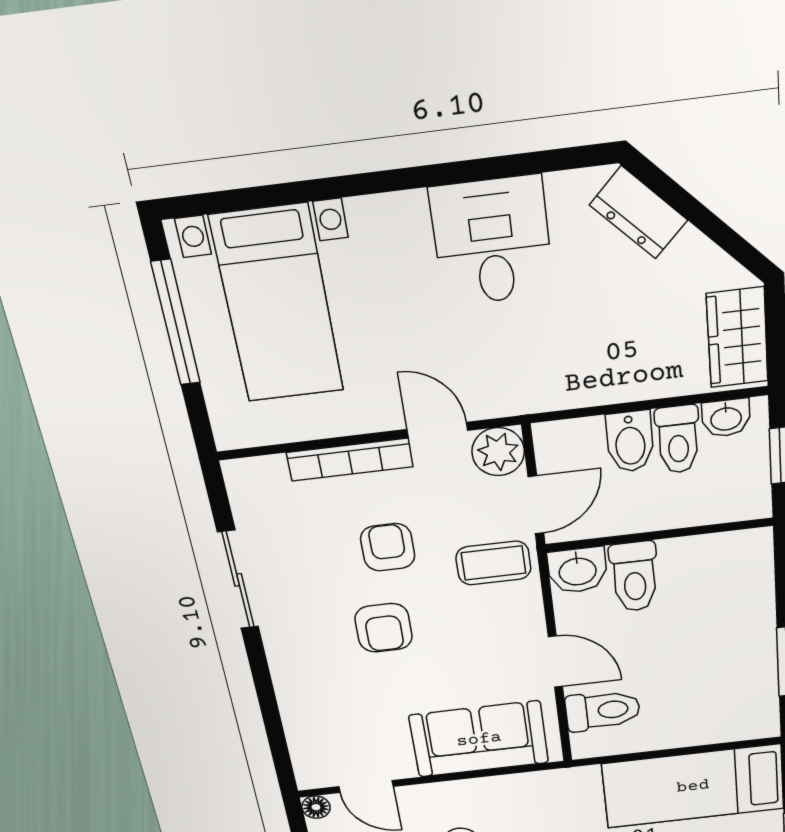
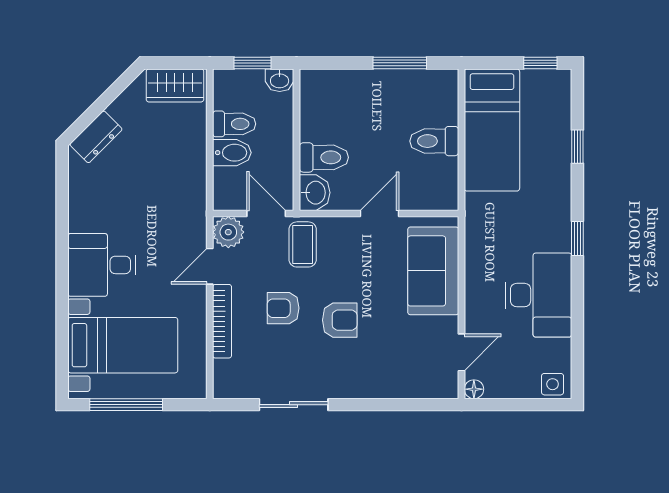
desk: (492, 241) -> (102, 265), moved
washbasin: (726, 418) -> (280, 80), moved, turned 90
toilet: (603, 711) -> (434, 141), moved, turned -90

